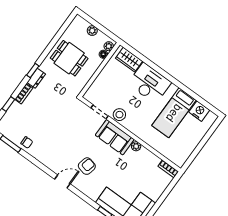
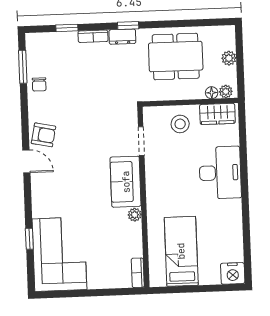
dining table: (69, 58) -> (176, 57), width x1.38
wardrobe: (129, 60) -> (217, 114), moved, turned -90
nightstand: (199, 111) -> (233, 273), moved, turned 90
bed: (174, 113) -> (181, 251), moved, turned 90
stool: (119, 115) -> (180, 124), moved
armchair: (87, 166) -> (43, 135), moved

